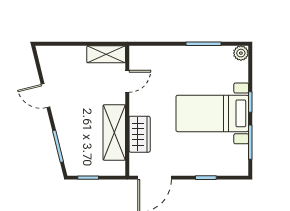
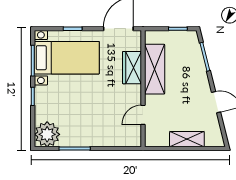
plant: (241, 53) -> (47, 134), width x1.87, depth x1.87
shelving: (106, 54) -> (187, 139), moved
bed with nightstands: (212, 113) -> (67, 58), moved

